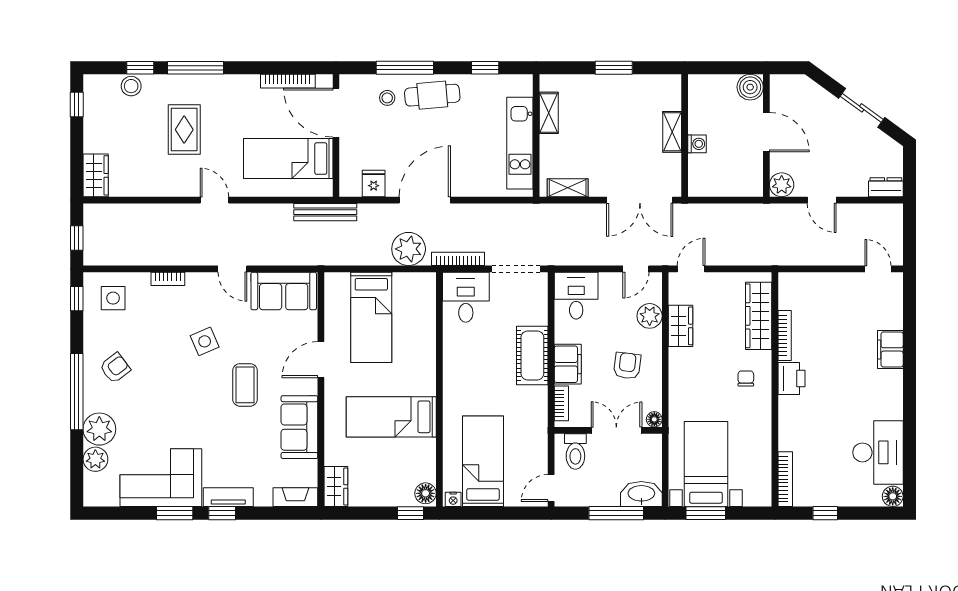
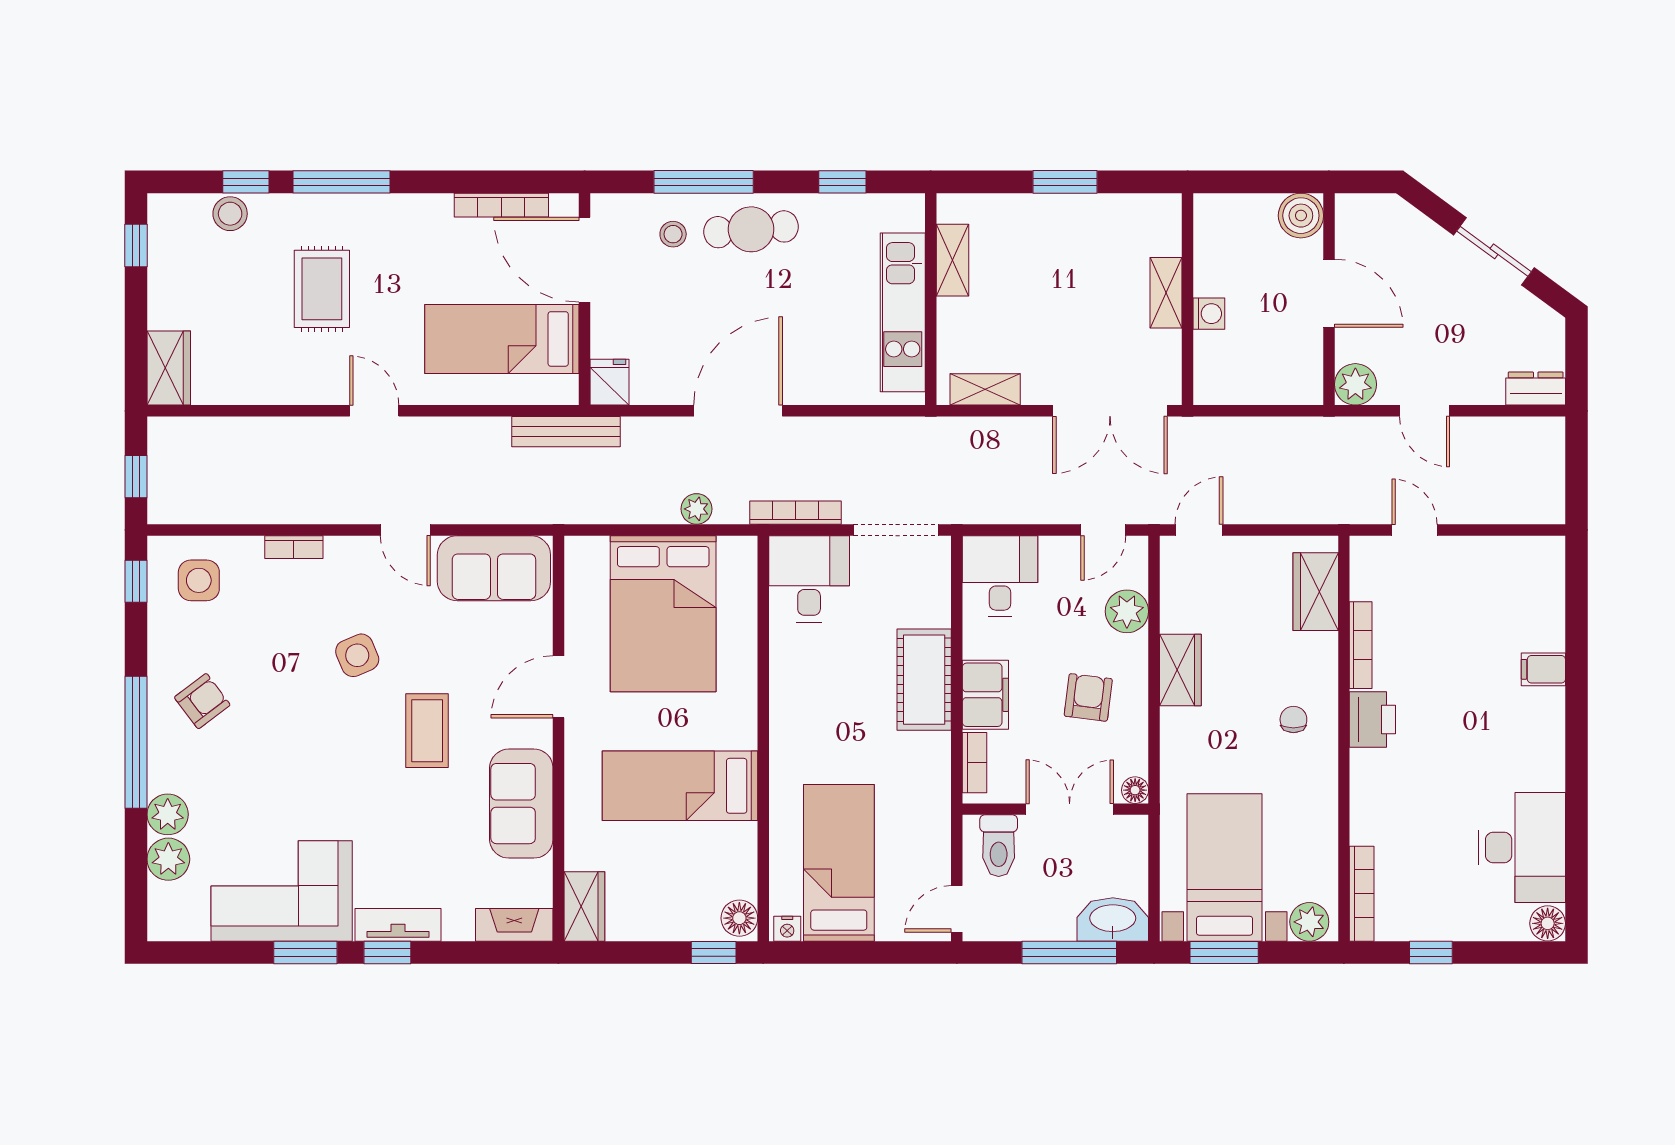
fridge: (374, 184) -> (609, 382), moved
plant: (409, 249) -> (697, 509), width x0.53, depth x0.53
door: (878, 269) -> (1415, 530), moved
wardrobe: (759, 316) -> (1316, 592), width x0.67
bed: (371, 317) -> (663, 614), width x1.50
wardrobe: (680, 326) -> (1180, 670), moved
filing cabinet: (890, 349) -> (1543, 669), width x0.50
plant: (99, 429) -> (168, 814), width x0.73, depth x0.73
plant: (755, 495) -> (1309, 922), added

